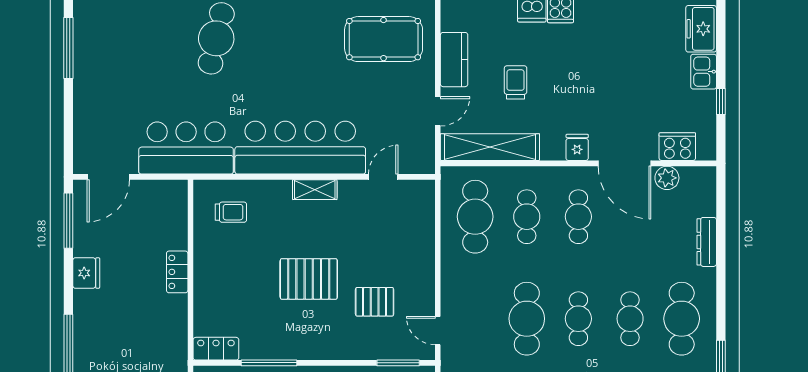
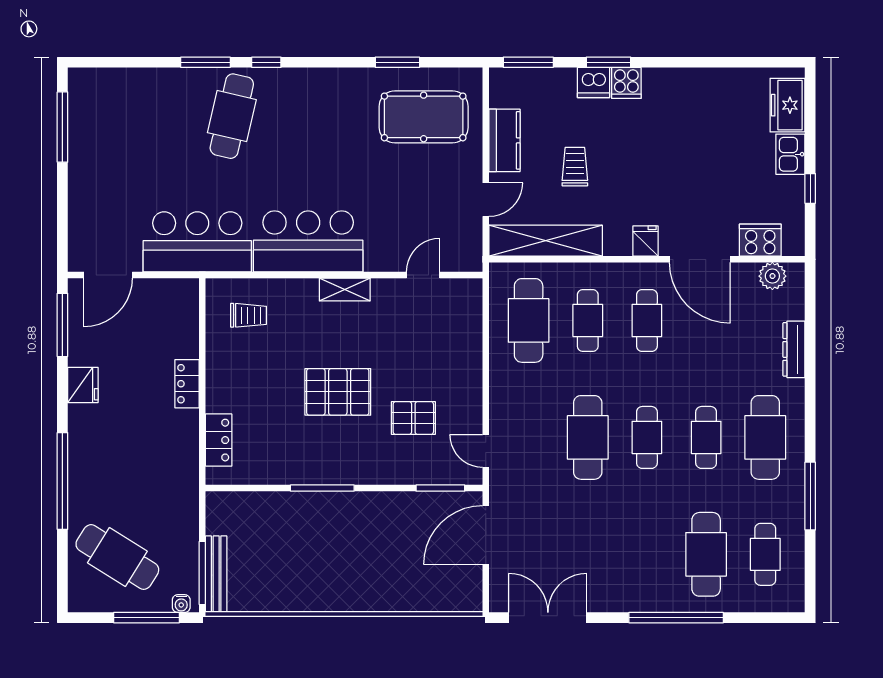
bar counter: (300, 148) -> (308, 241), width x0.73
plant: (667, 178) -> (772, 276), moved
locker: (216, 349) -> (219, 440), moved, turned 90
window: (269, 363) -> (322, 488), moved

